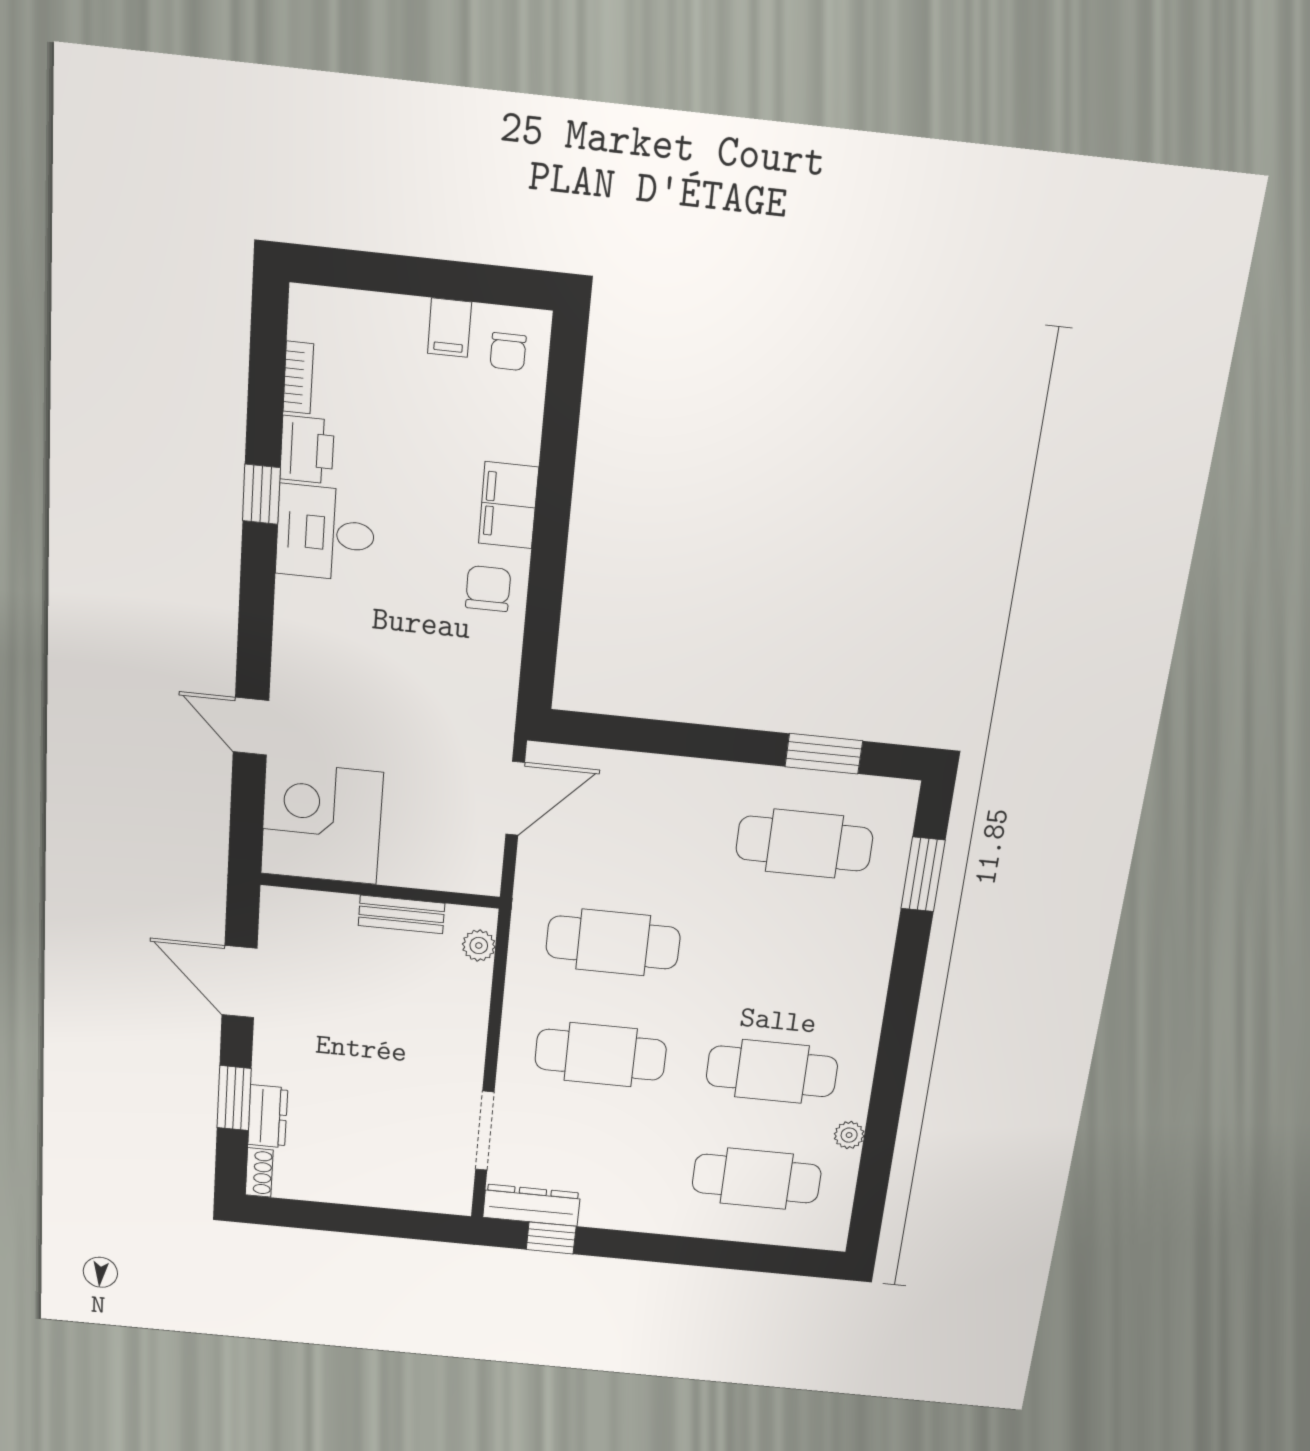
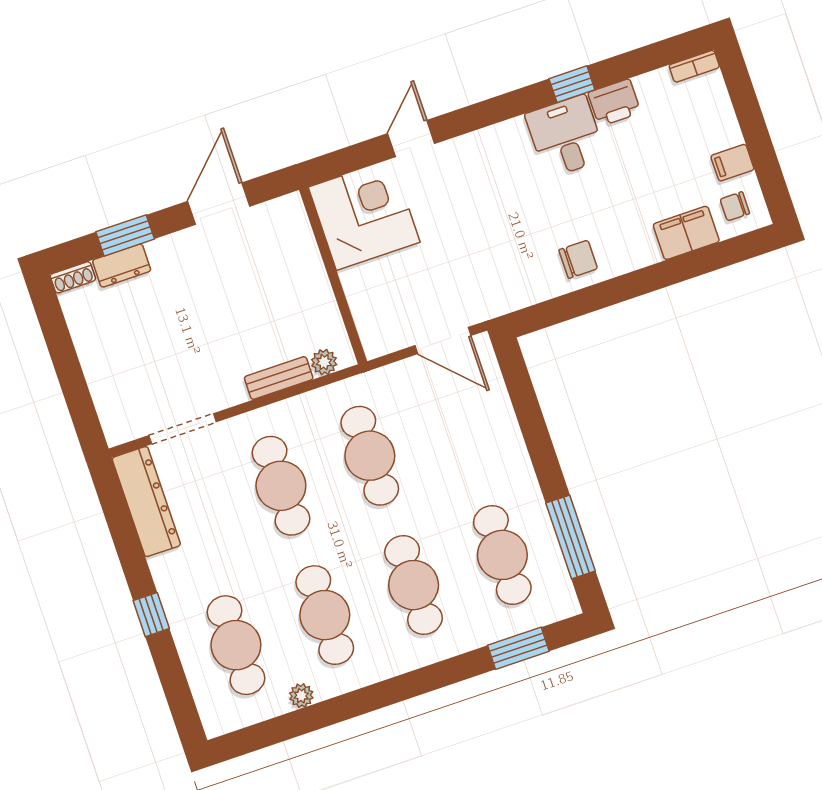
bookcase: (298, 378) -> (694, 66), moved
filing cabinet: (508, 505) -> (686, 233), moved
window: (824, 754) -> (571, 537), width x1.44
bench: (401, 914) -> (279, 378), moved, turned 90
cafe table: (788, 960) -> (414, 585), added
dresser: (532, 1205) -> (146, 502), width x1.37, depth x1.24
window: (551, 1238) -> (151, 615), moved

